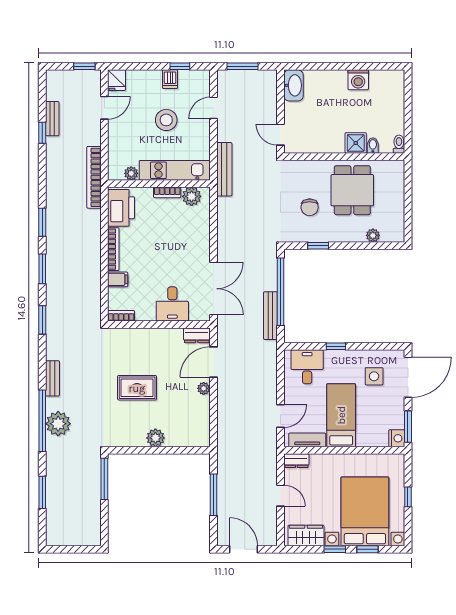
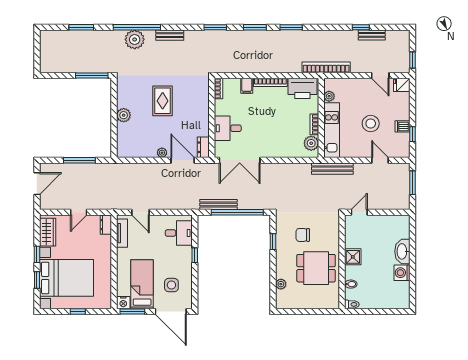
washbasin: (294, 85) -> (402, 251), moved, turned 90
shower: (356, 143) -> (353, 257), moved
bed: (341, 415) -> (142, 284), moved, turned -90

